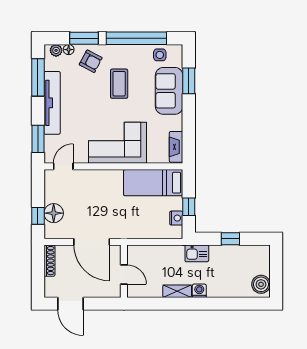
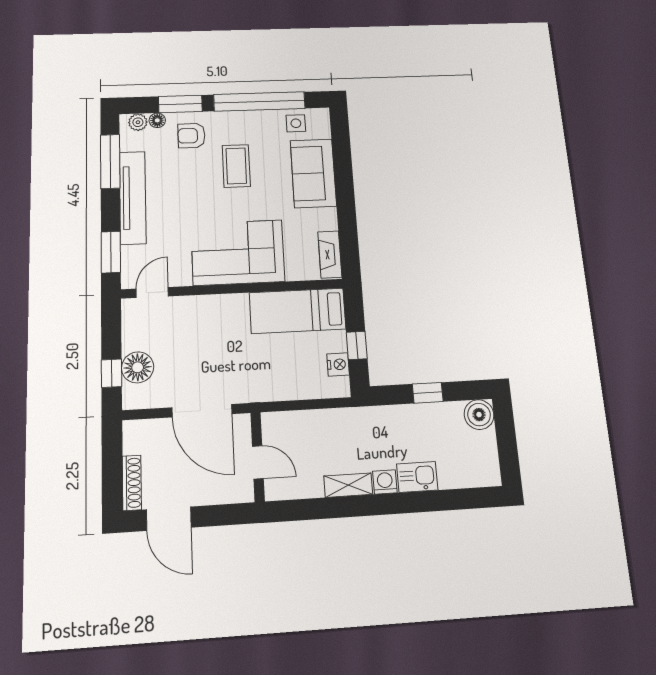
armchair: (91, 61) -> (192, 136), turned 152
window: (189, 81) -> (342, 158), removed
kitchen sink: (197, 253) -> (417, 477), moved, turned 180
shoe rack: (49, 261) -> (132, 483), moved
boiler: (261, 284) -> (479, 415), moved

